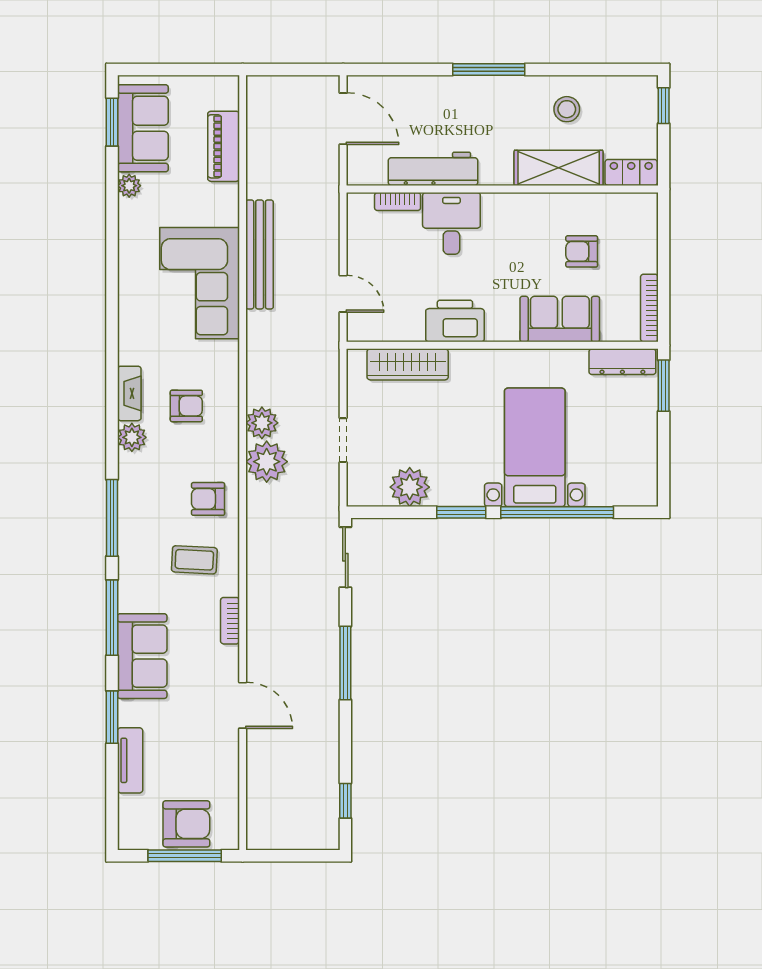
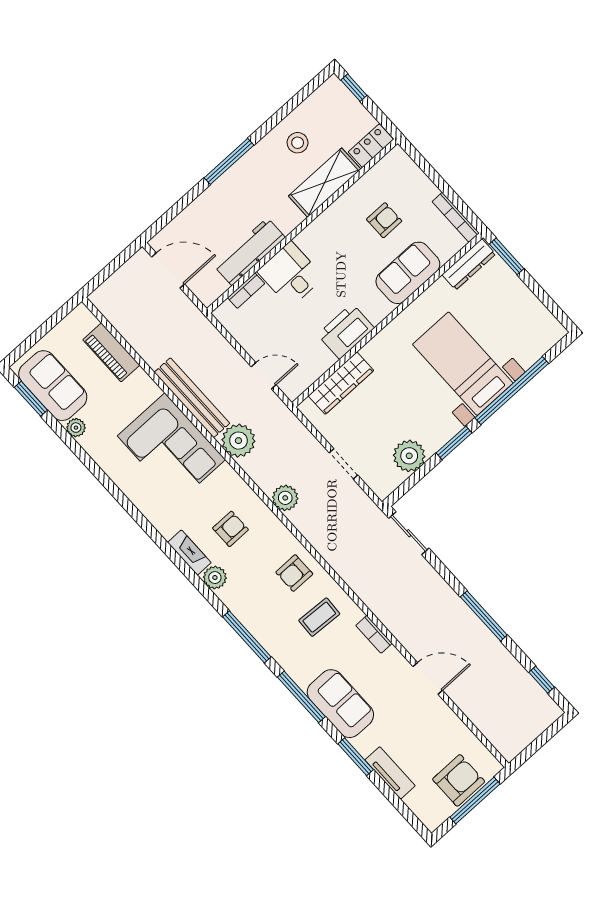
armchair: (582, 251) -> (384, 220), turned 180
plant: (267, 462) -> (238, 441), moved
window: (345, 663) -> (484, 616), moved

